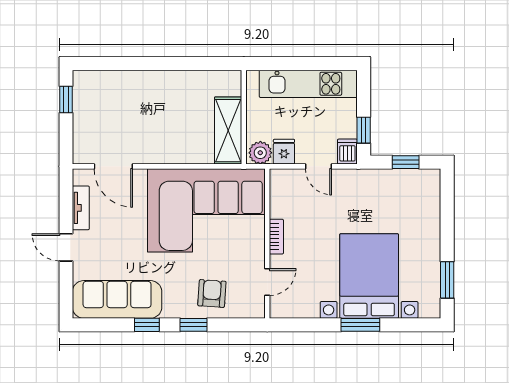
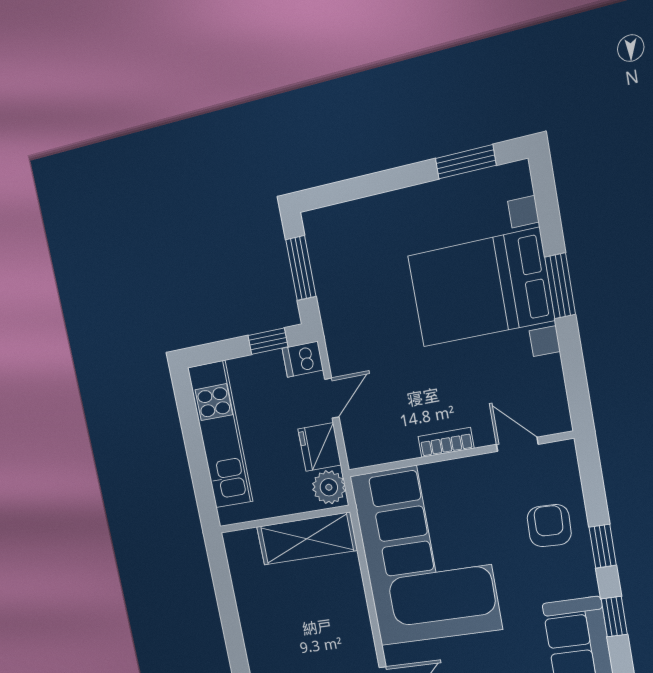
fridge: (284, 152) -> (320, 447), width x1.38
window: (406, 162) -> (301, 268), width x1.50
armchair: (212, 293) -> (549, 526), turned 88

